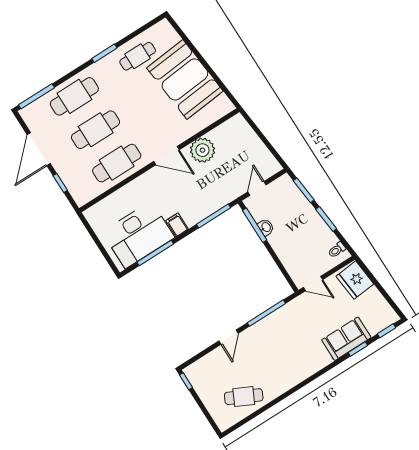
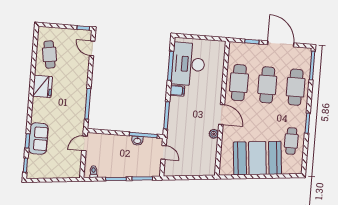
plant: (202, 150) -> (214, 134), width x0.53, depth x0.53
door: (166, 156) -> (222, 115), swing flipped
fridge: (355, 280) -> (43, 86), moved, turned 96
door: (229, 337) -> (92, 48), moved
cafe table: (244, 397) -> (49, 54), turned -35

